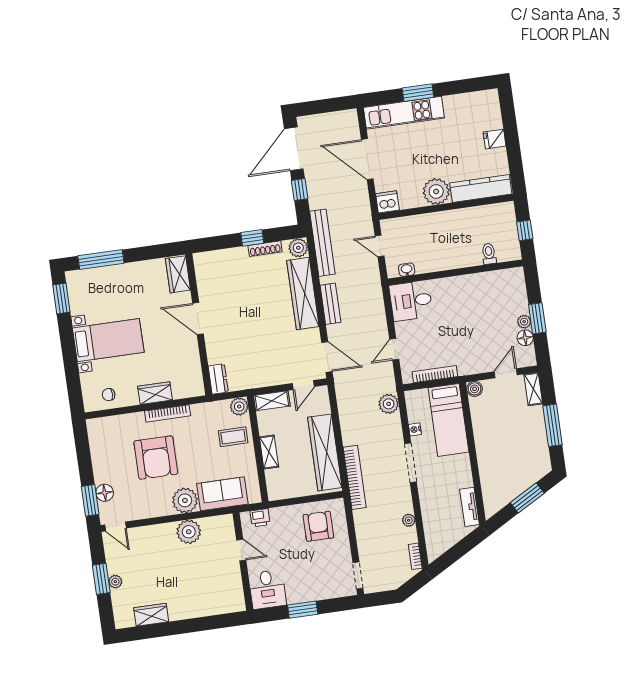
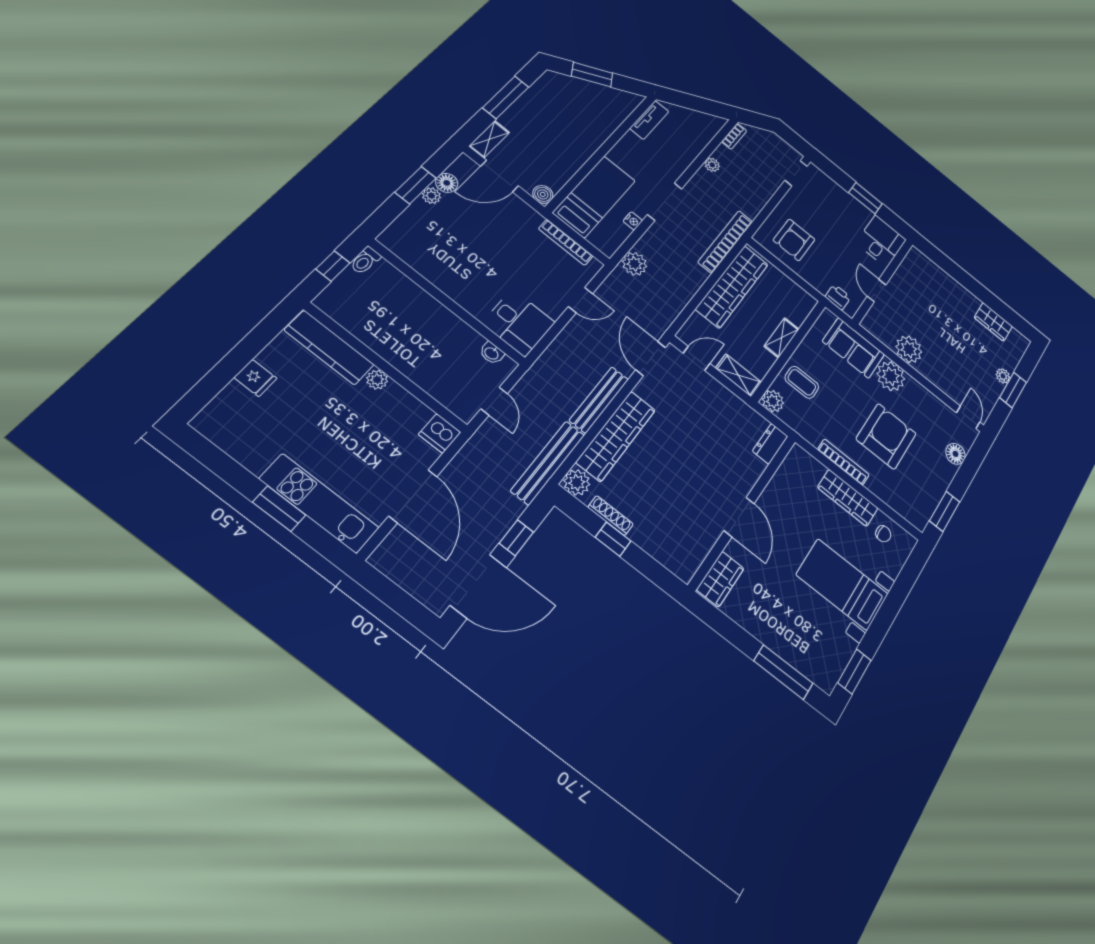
plant: (436, 191) -> (377, 380), width x0.53, depth x0.53
toilet: (489, 254) -> (365, 261), moved
bench: (330, 304) -> (599, 400), width x1.36
door: (506, 373) -> (500, 176), width x1.38
wardrobe: (155, 393) -> (848, 498), width x1.50
window: (90, 500) -> (945, 511), moved

